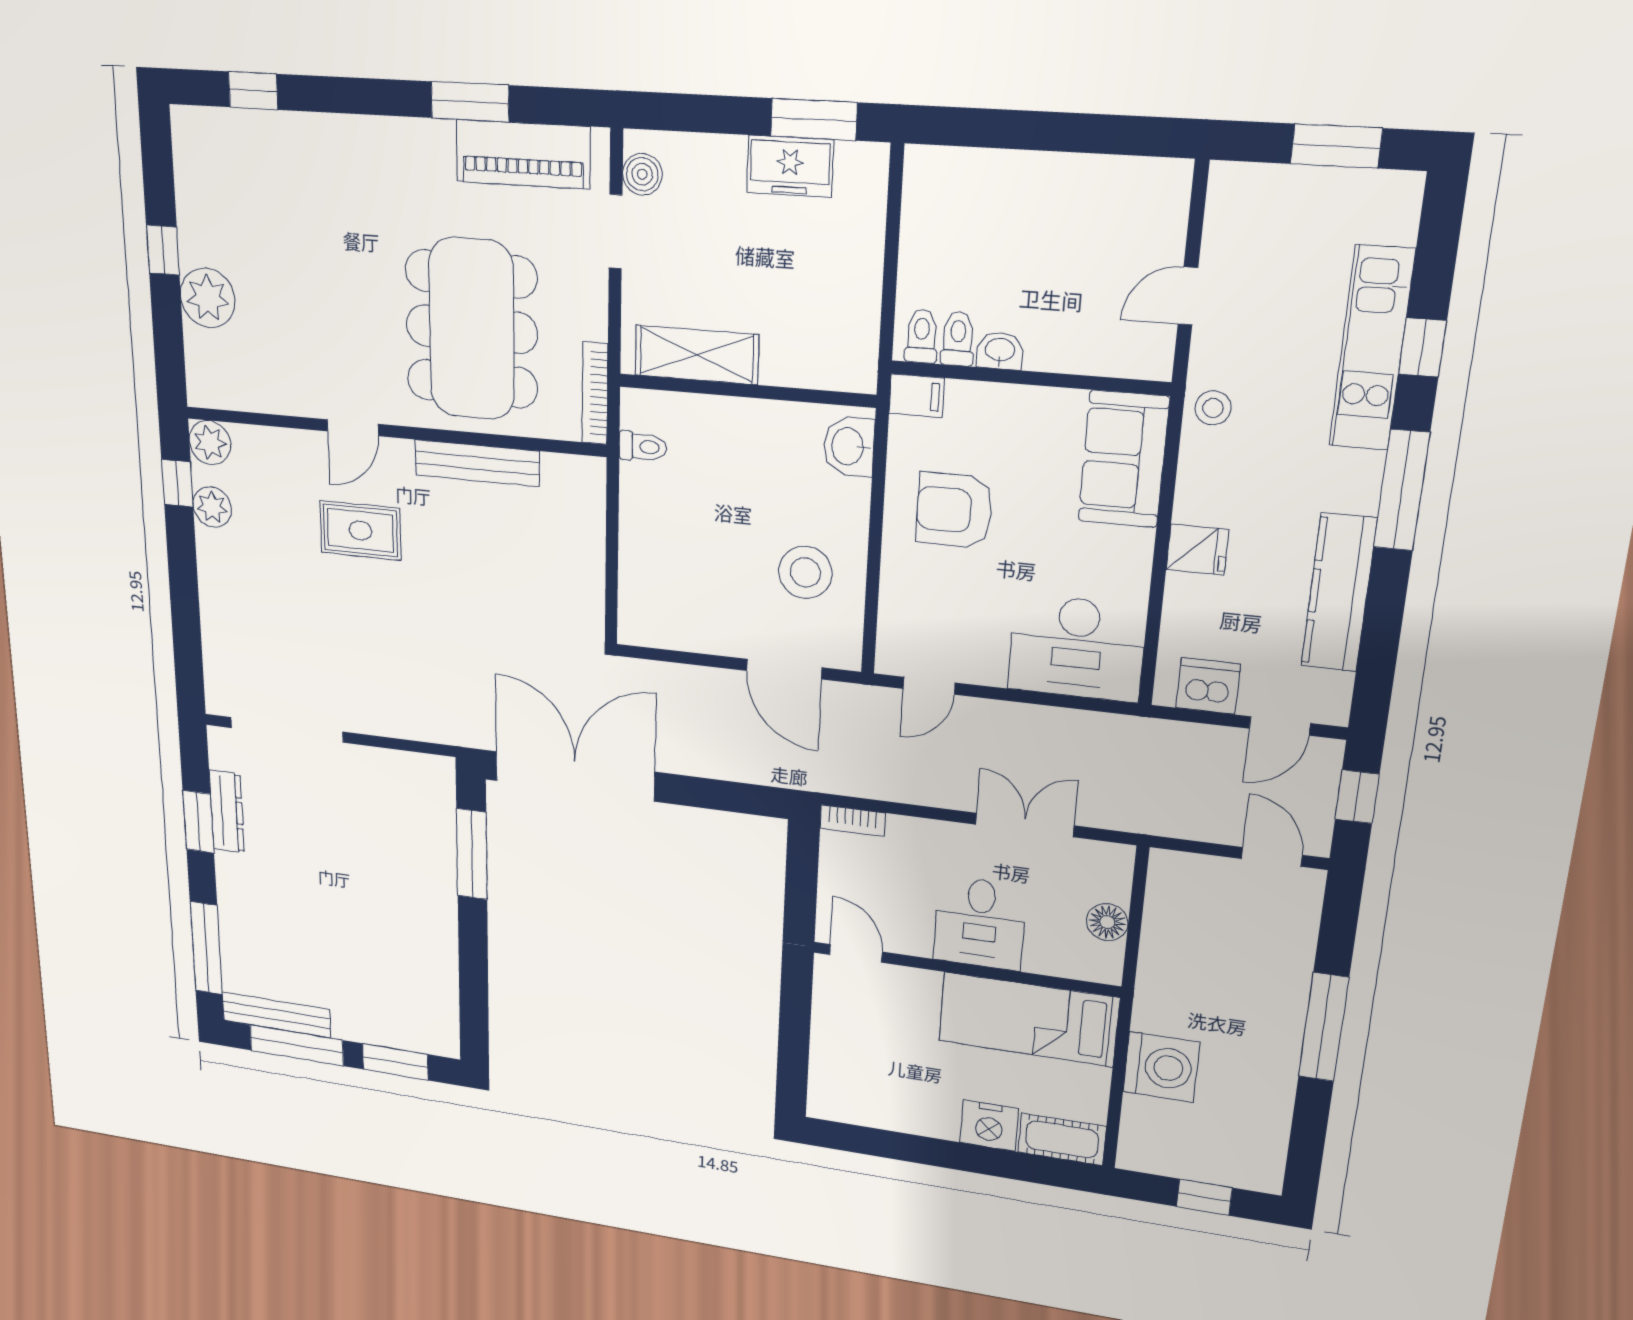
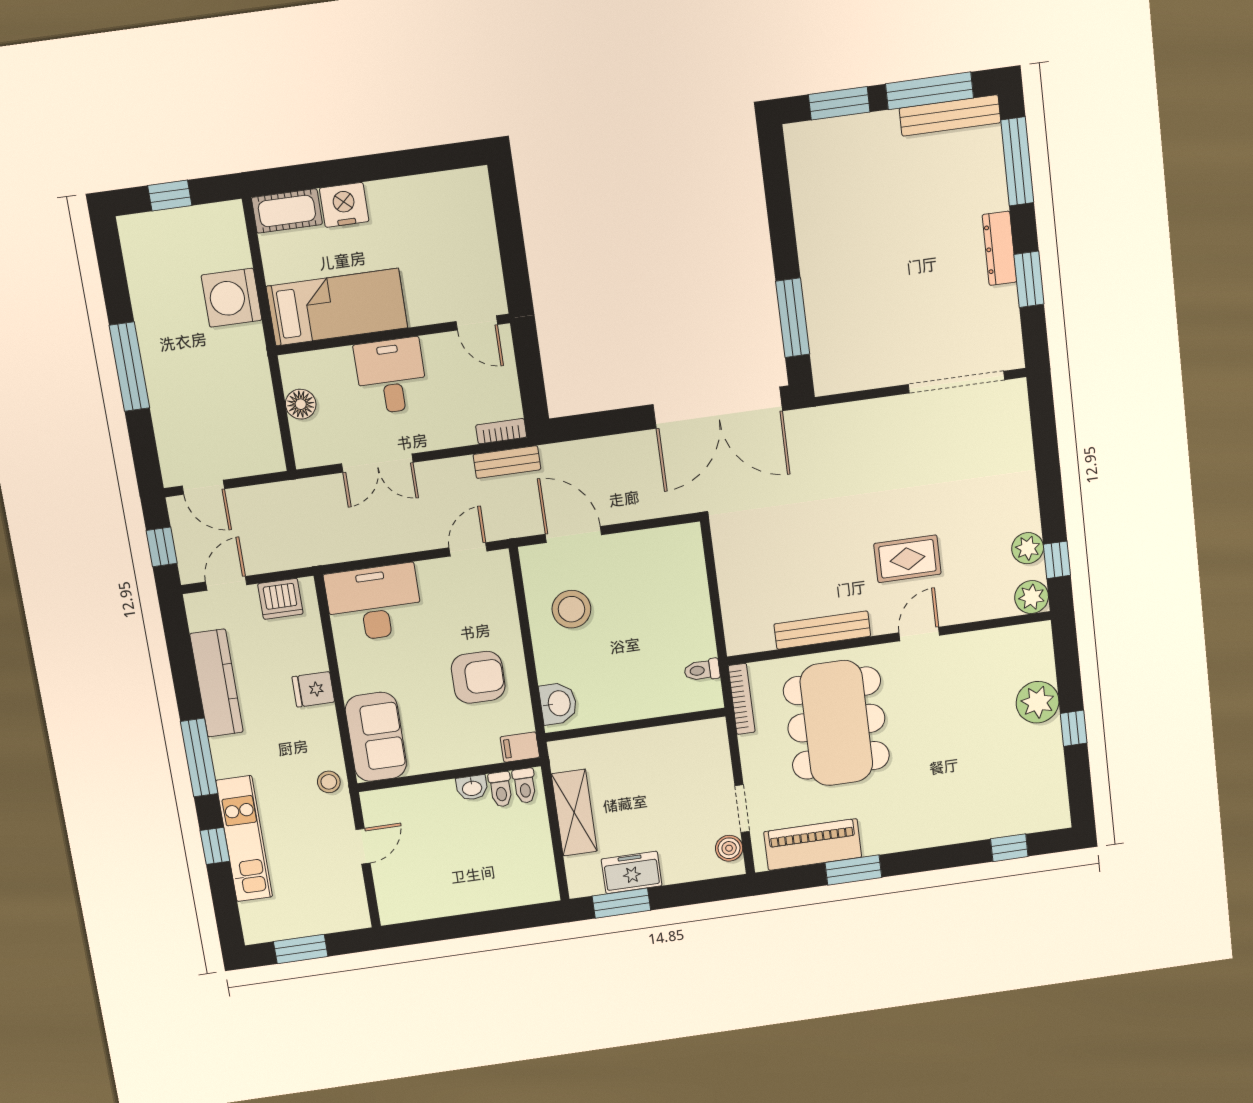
shelving: (696, 355) -> (574, 813), moved, turned 90
bench: (853, 782) -> (507, 462), added
dresser: (227, 812) -> (999, 248), moved

